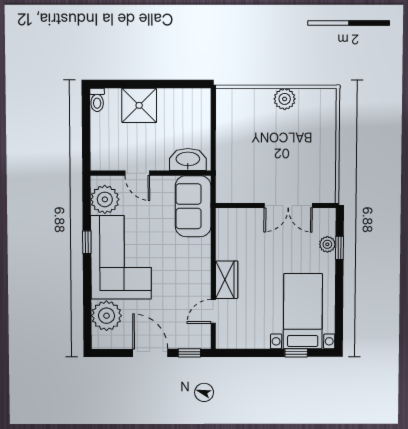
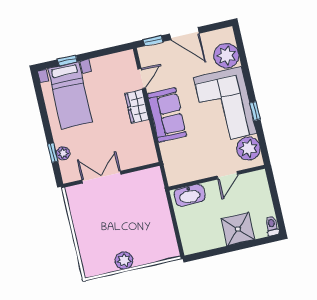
door: (137, 173) -> (227, 175), swing flipped
sofa: (193, 206) -> (167, 115), moved

